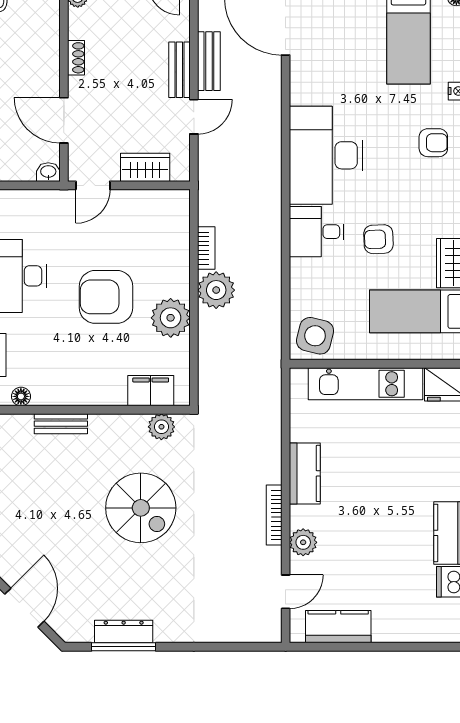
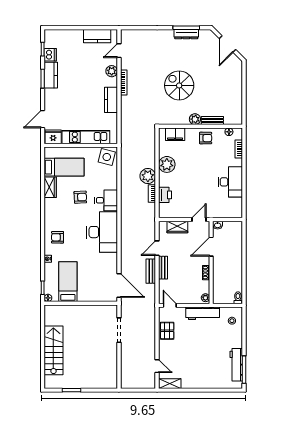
door: (64, 120) -> (211, 247), swing flipped
printer: (175, 245) -> (165, 195), added
armchair: (106, 297) -> (206, 138), moved, width x0.53, depth x0.53
plant: (161, 427) -> (195, 119), moved

